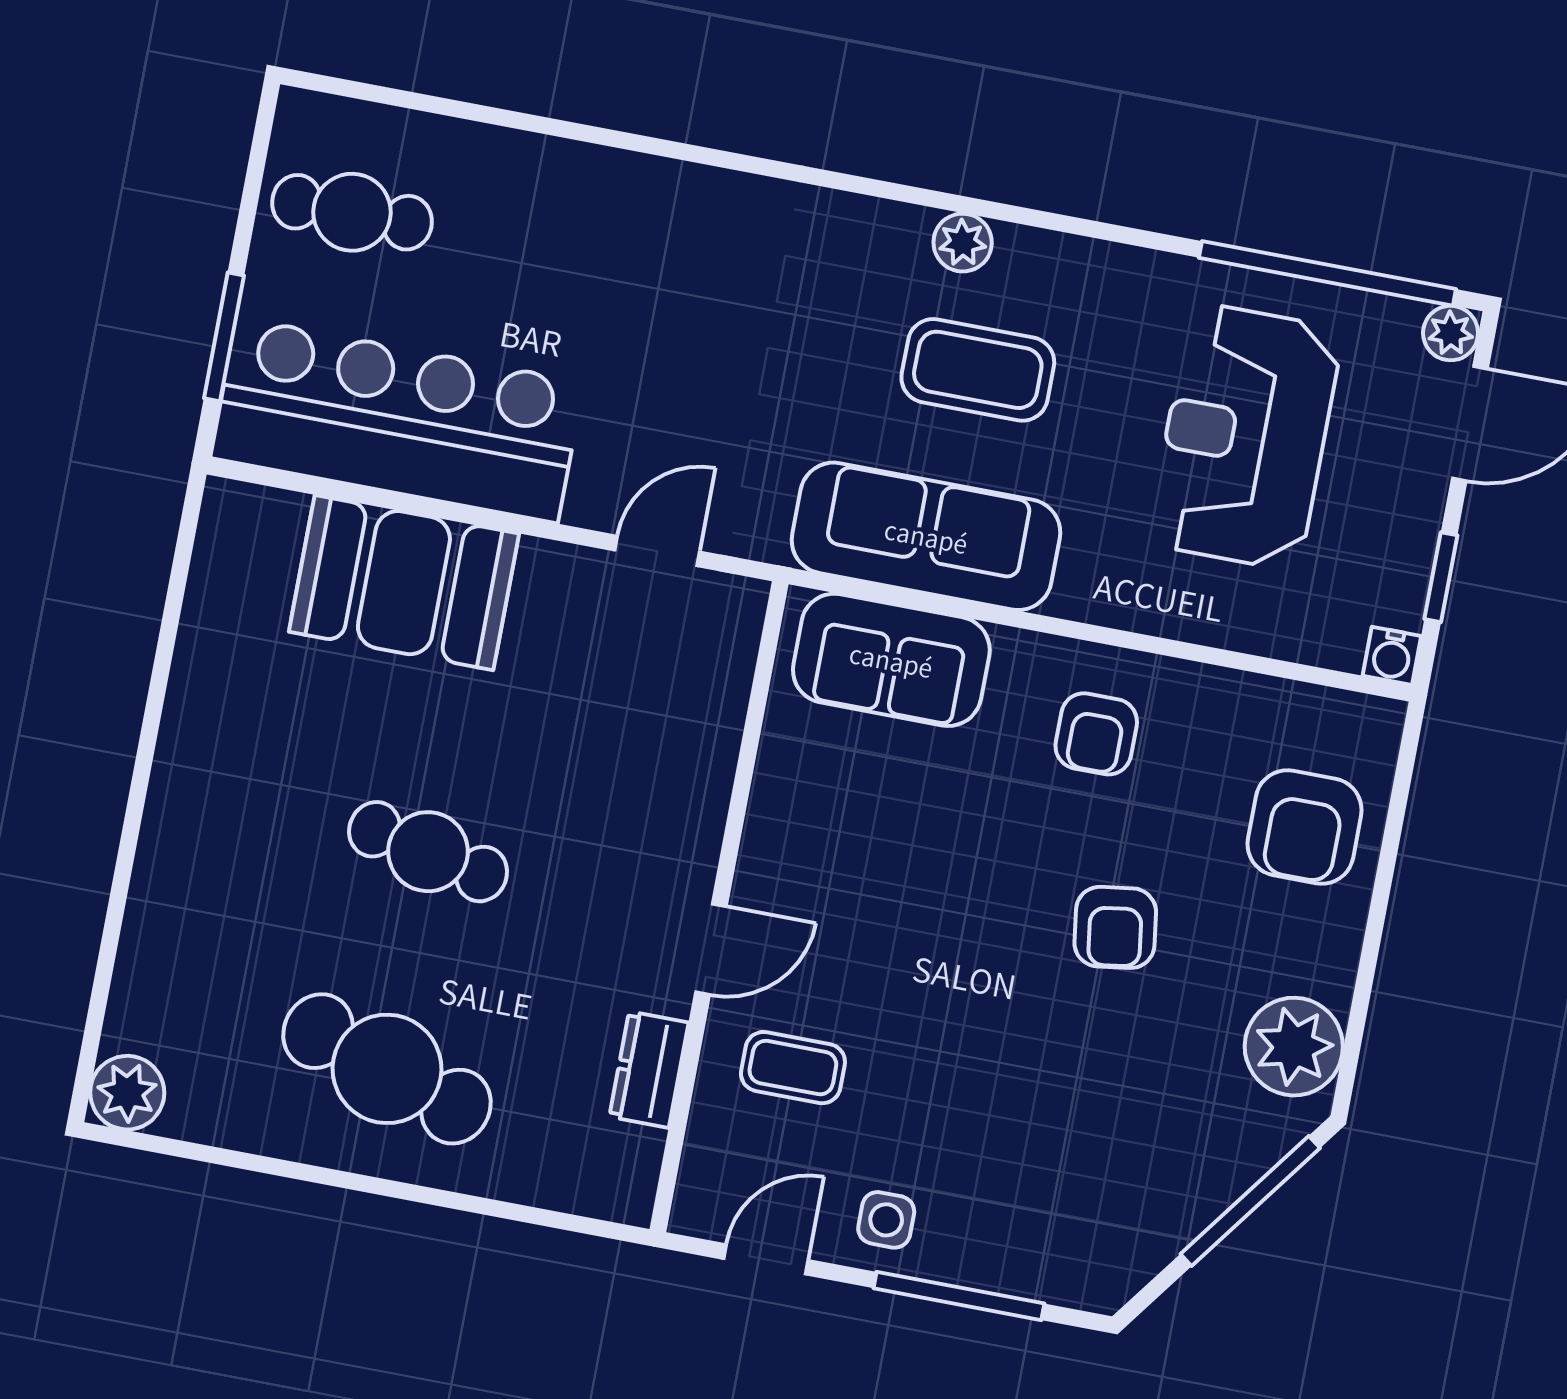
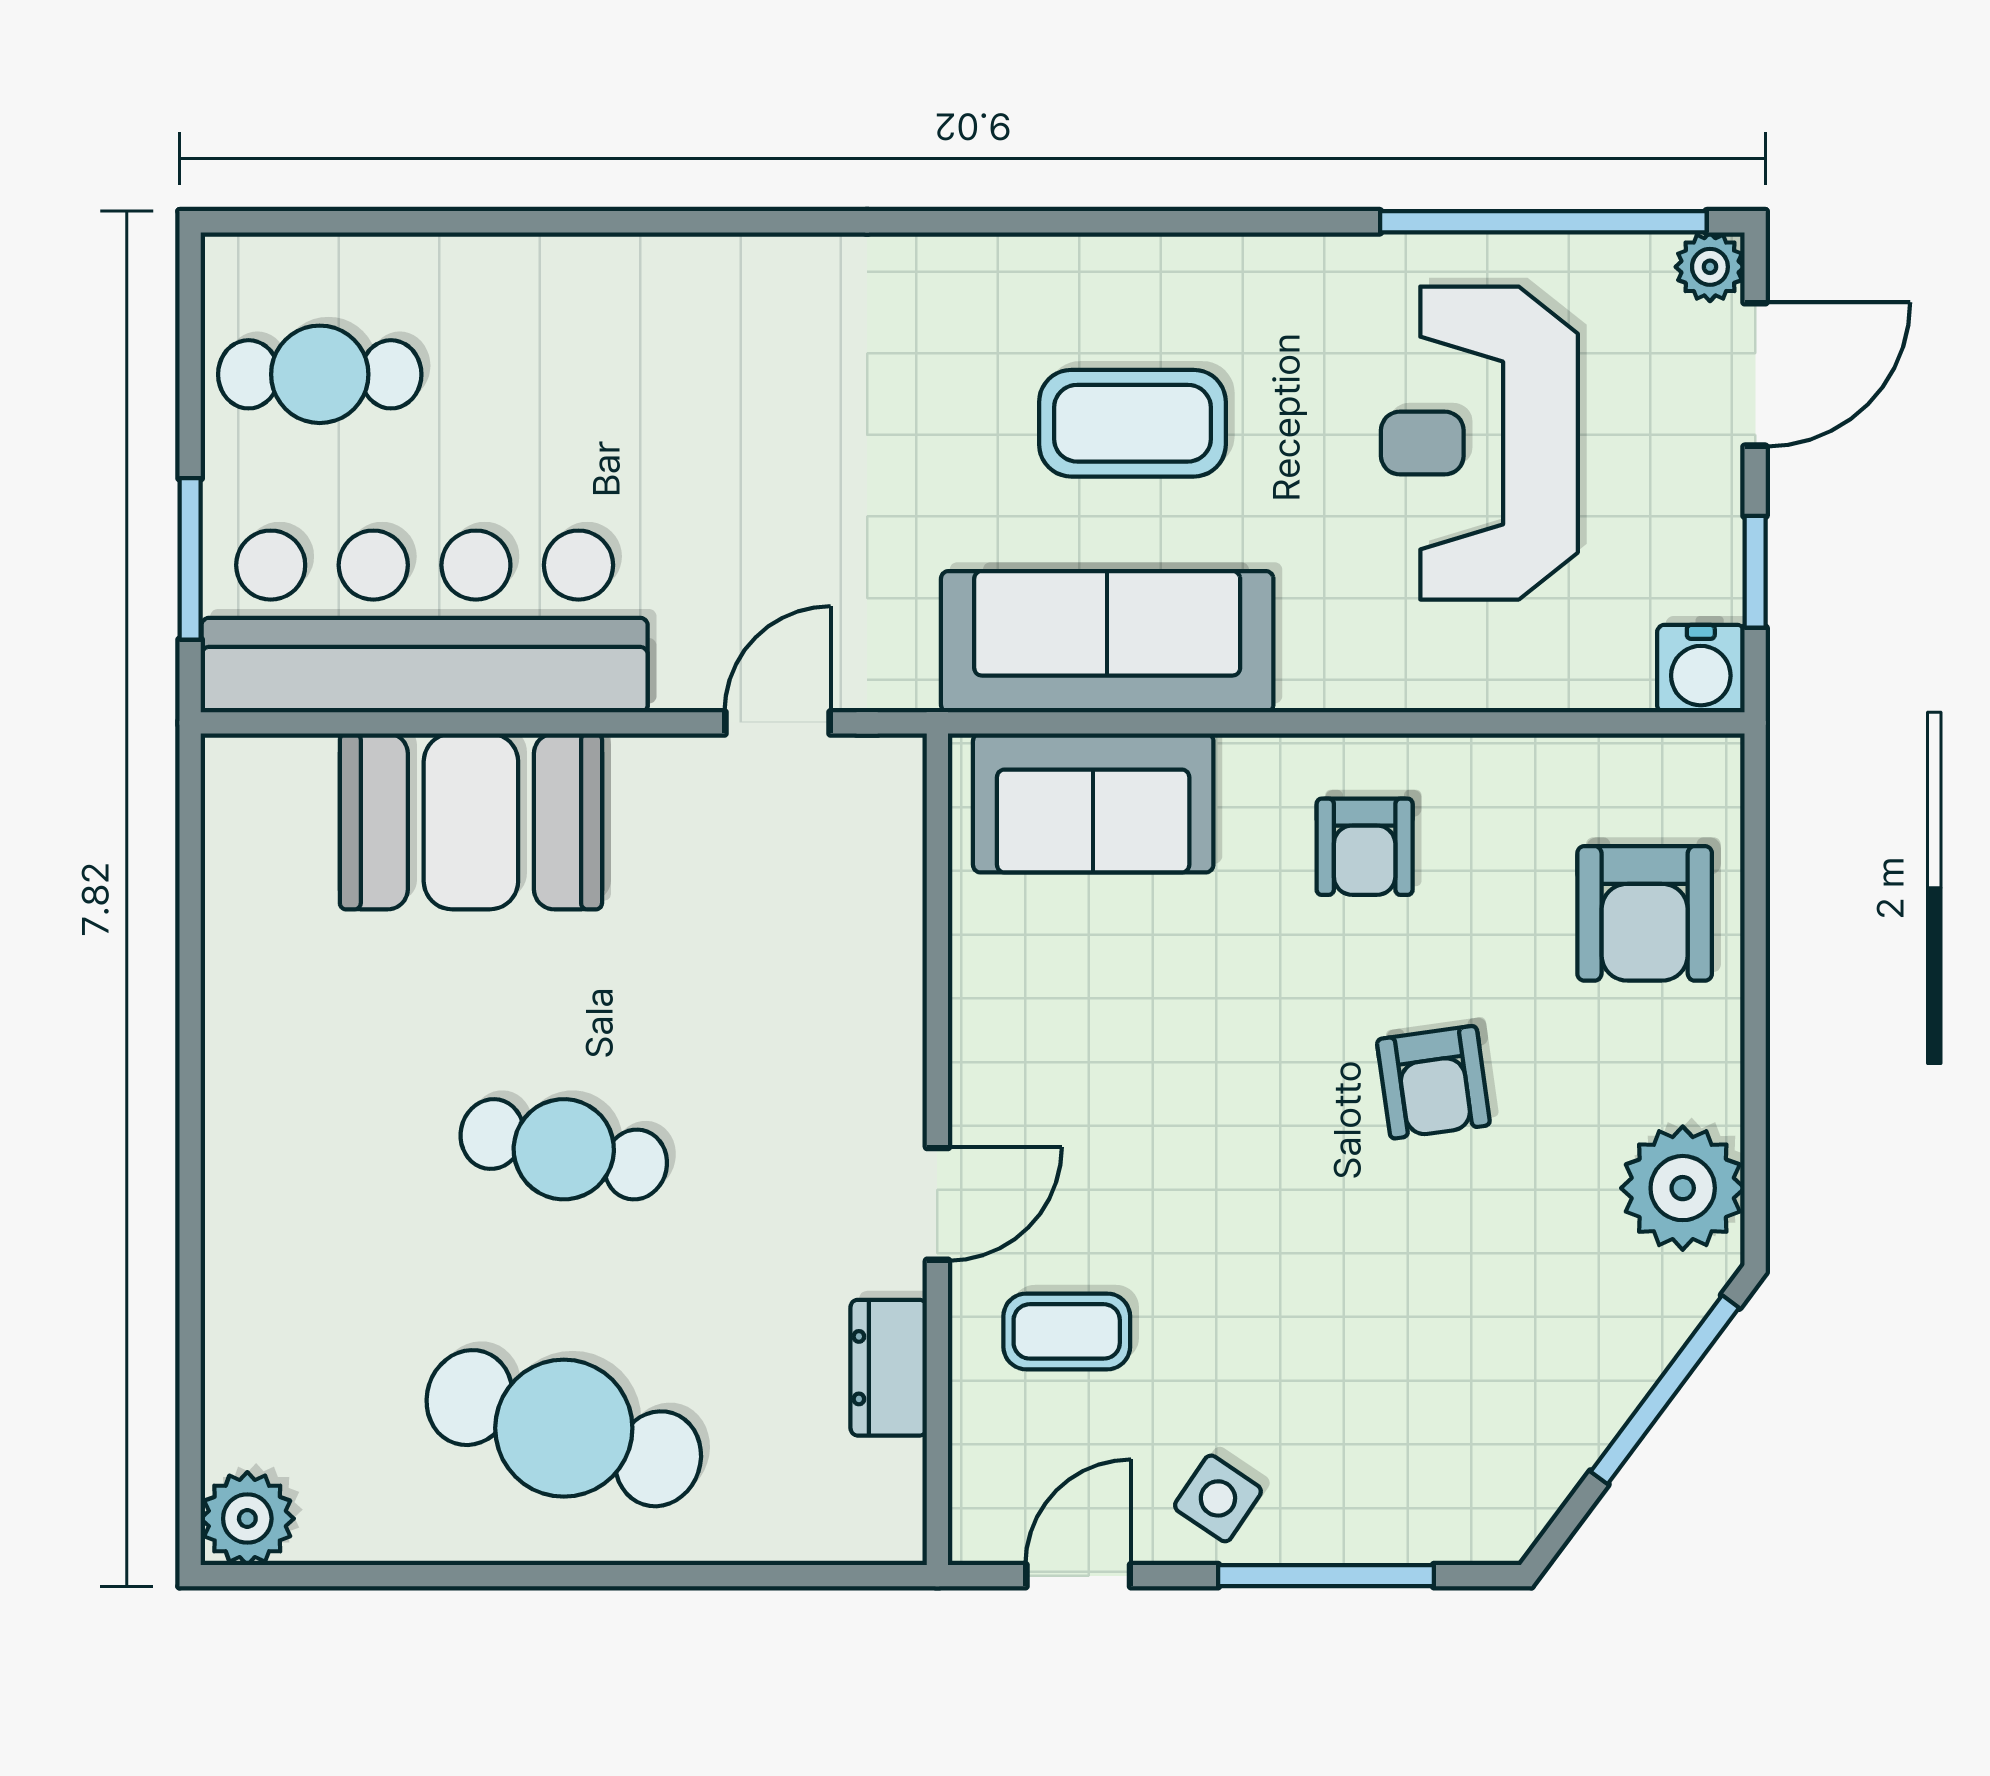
plant: (963, 243) -> (1084, 269), removed
water cooler: (1392, 656) -> (1701, 669), width x1.38, depth x1.38
side table: (886, 1220) -> (1218, 1498), turned 34

